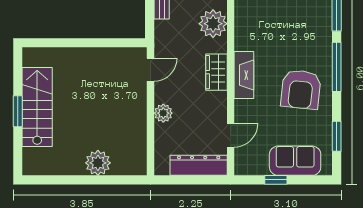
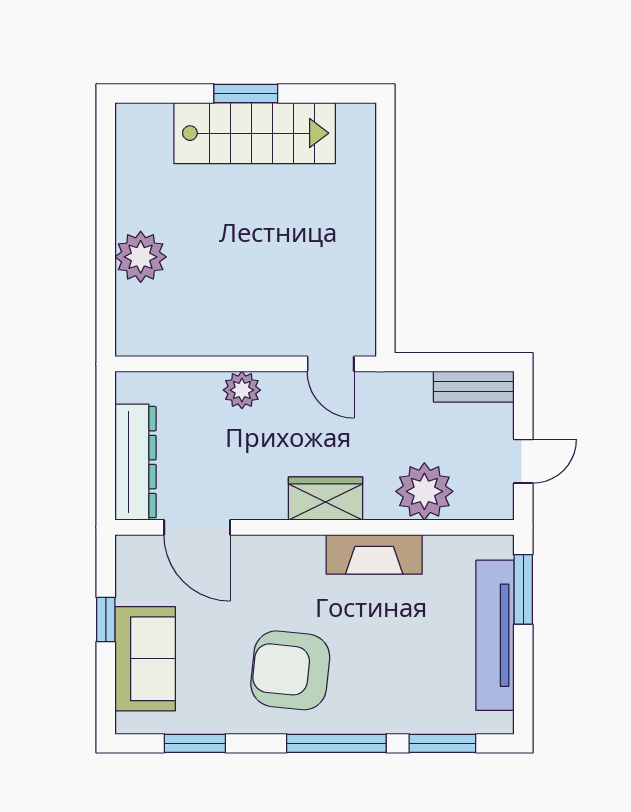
fireplace: (244, 75) -> (374, 554), moved
door: (231, 135) -> (197, 527), width x1.38

